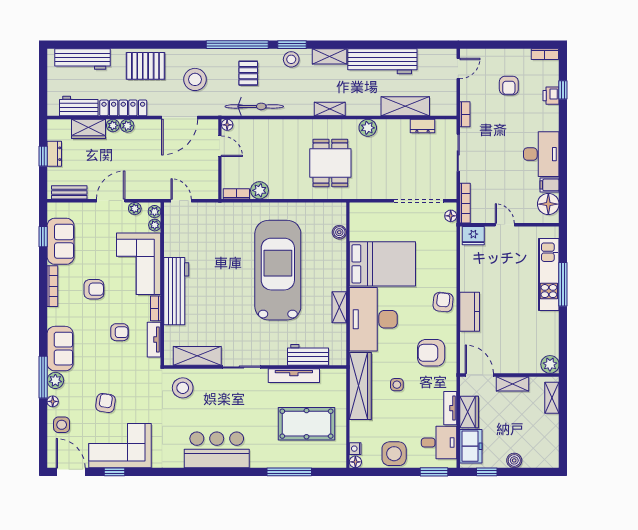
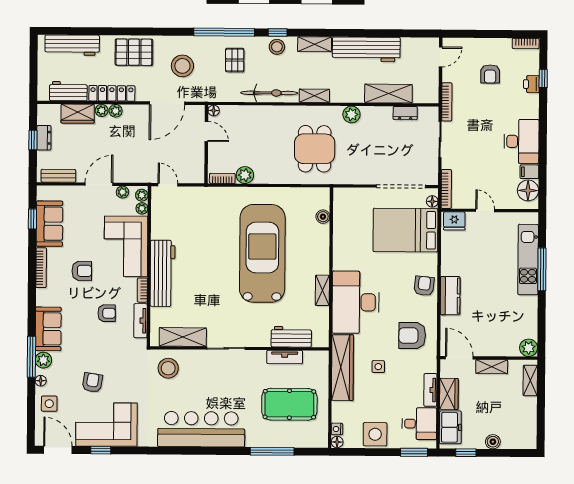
window: (292, 45) -> (278, 32), width x0.67
bicycle: (254, 106) -> (269, 93), moved
bookcase: (465, 114) -> (447, 102), width x1.56
bed: (382, 264) -> (406, 230), moved, turned 180
tv unit: (294, 376) -> (285, 357), width x0.71
bar counter: (217, 450) -> (201, 429), width x1.36

